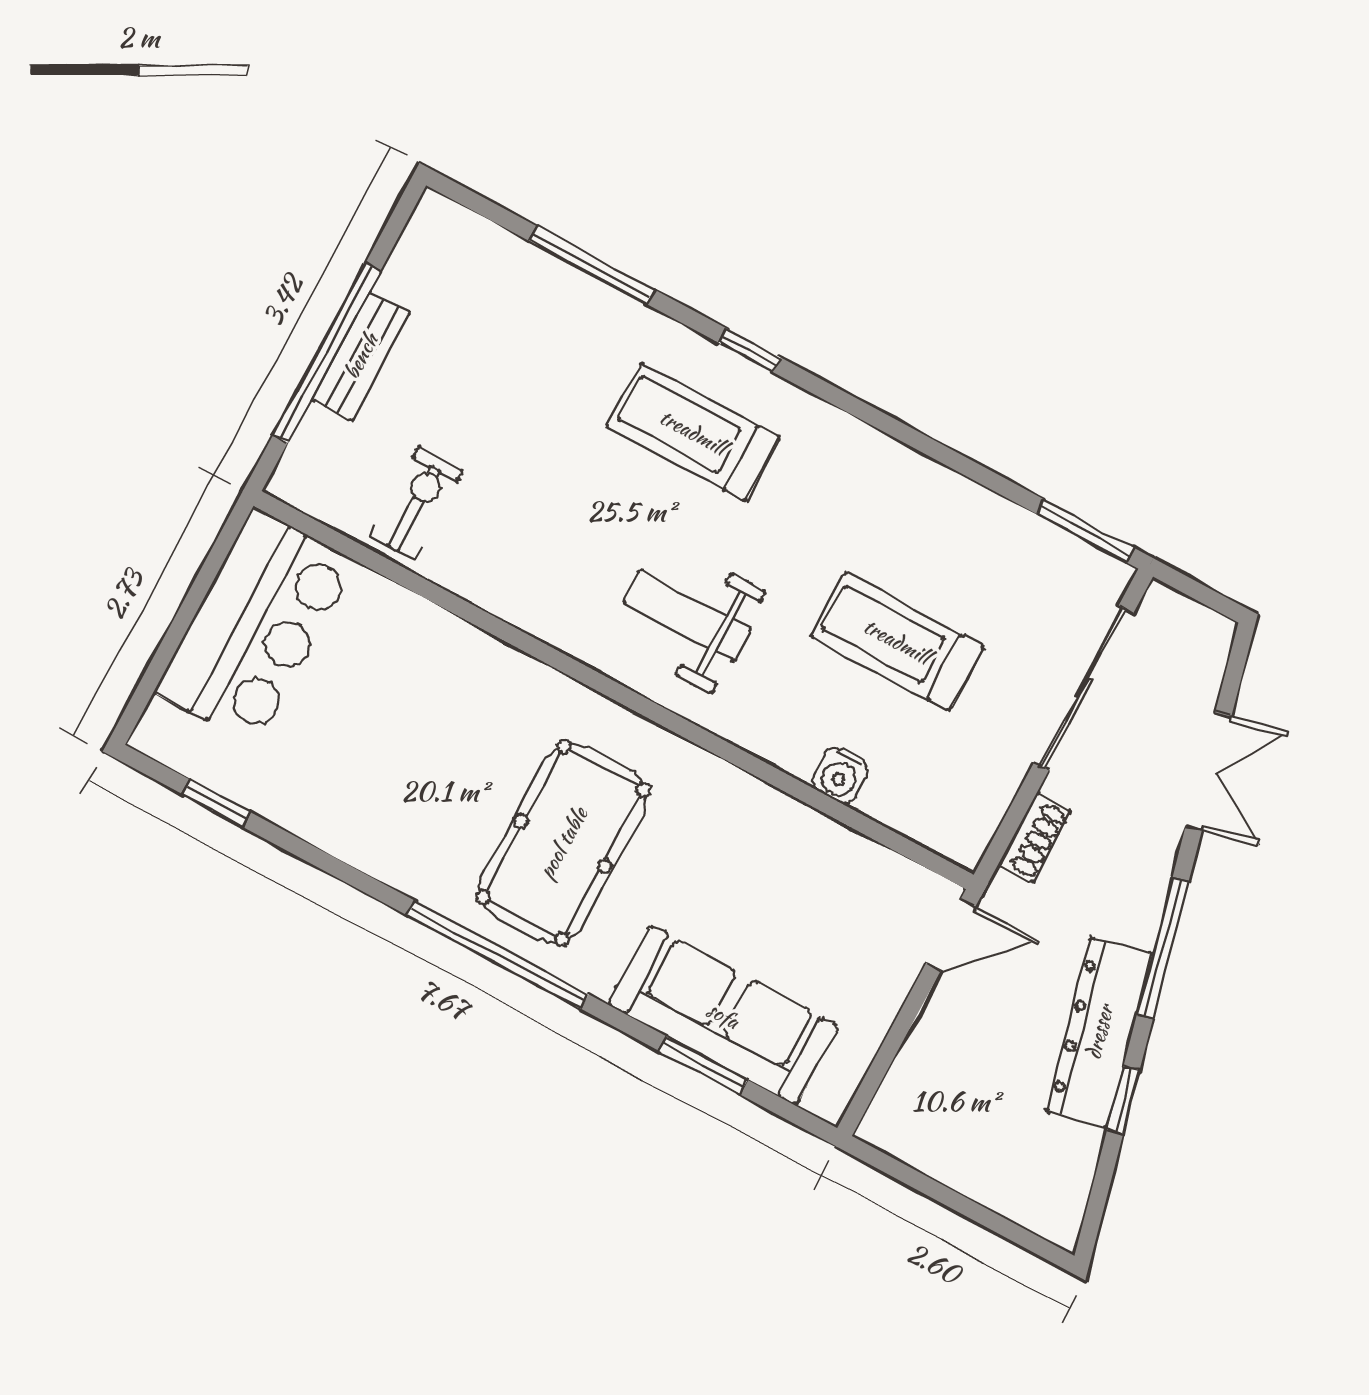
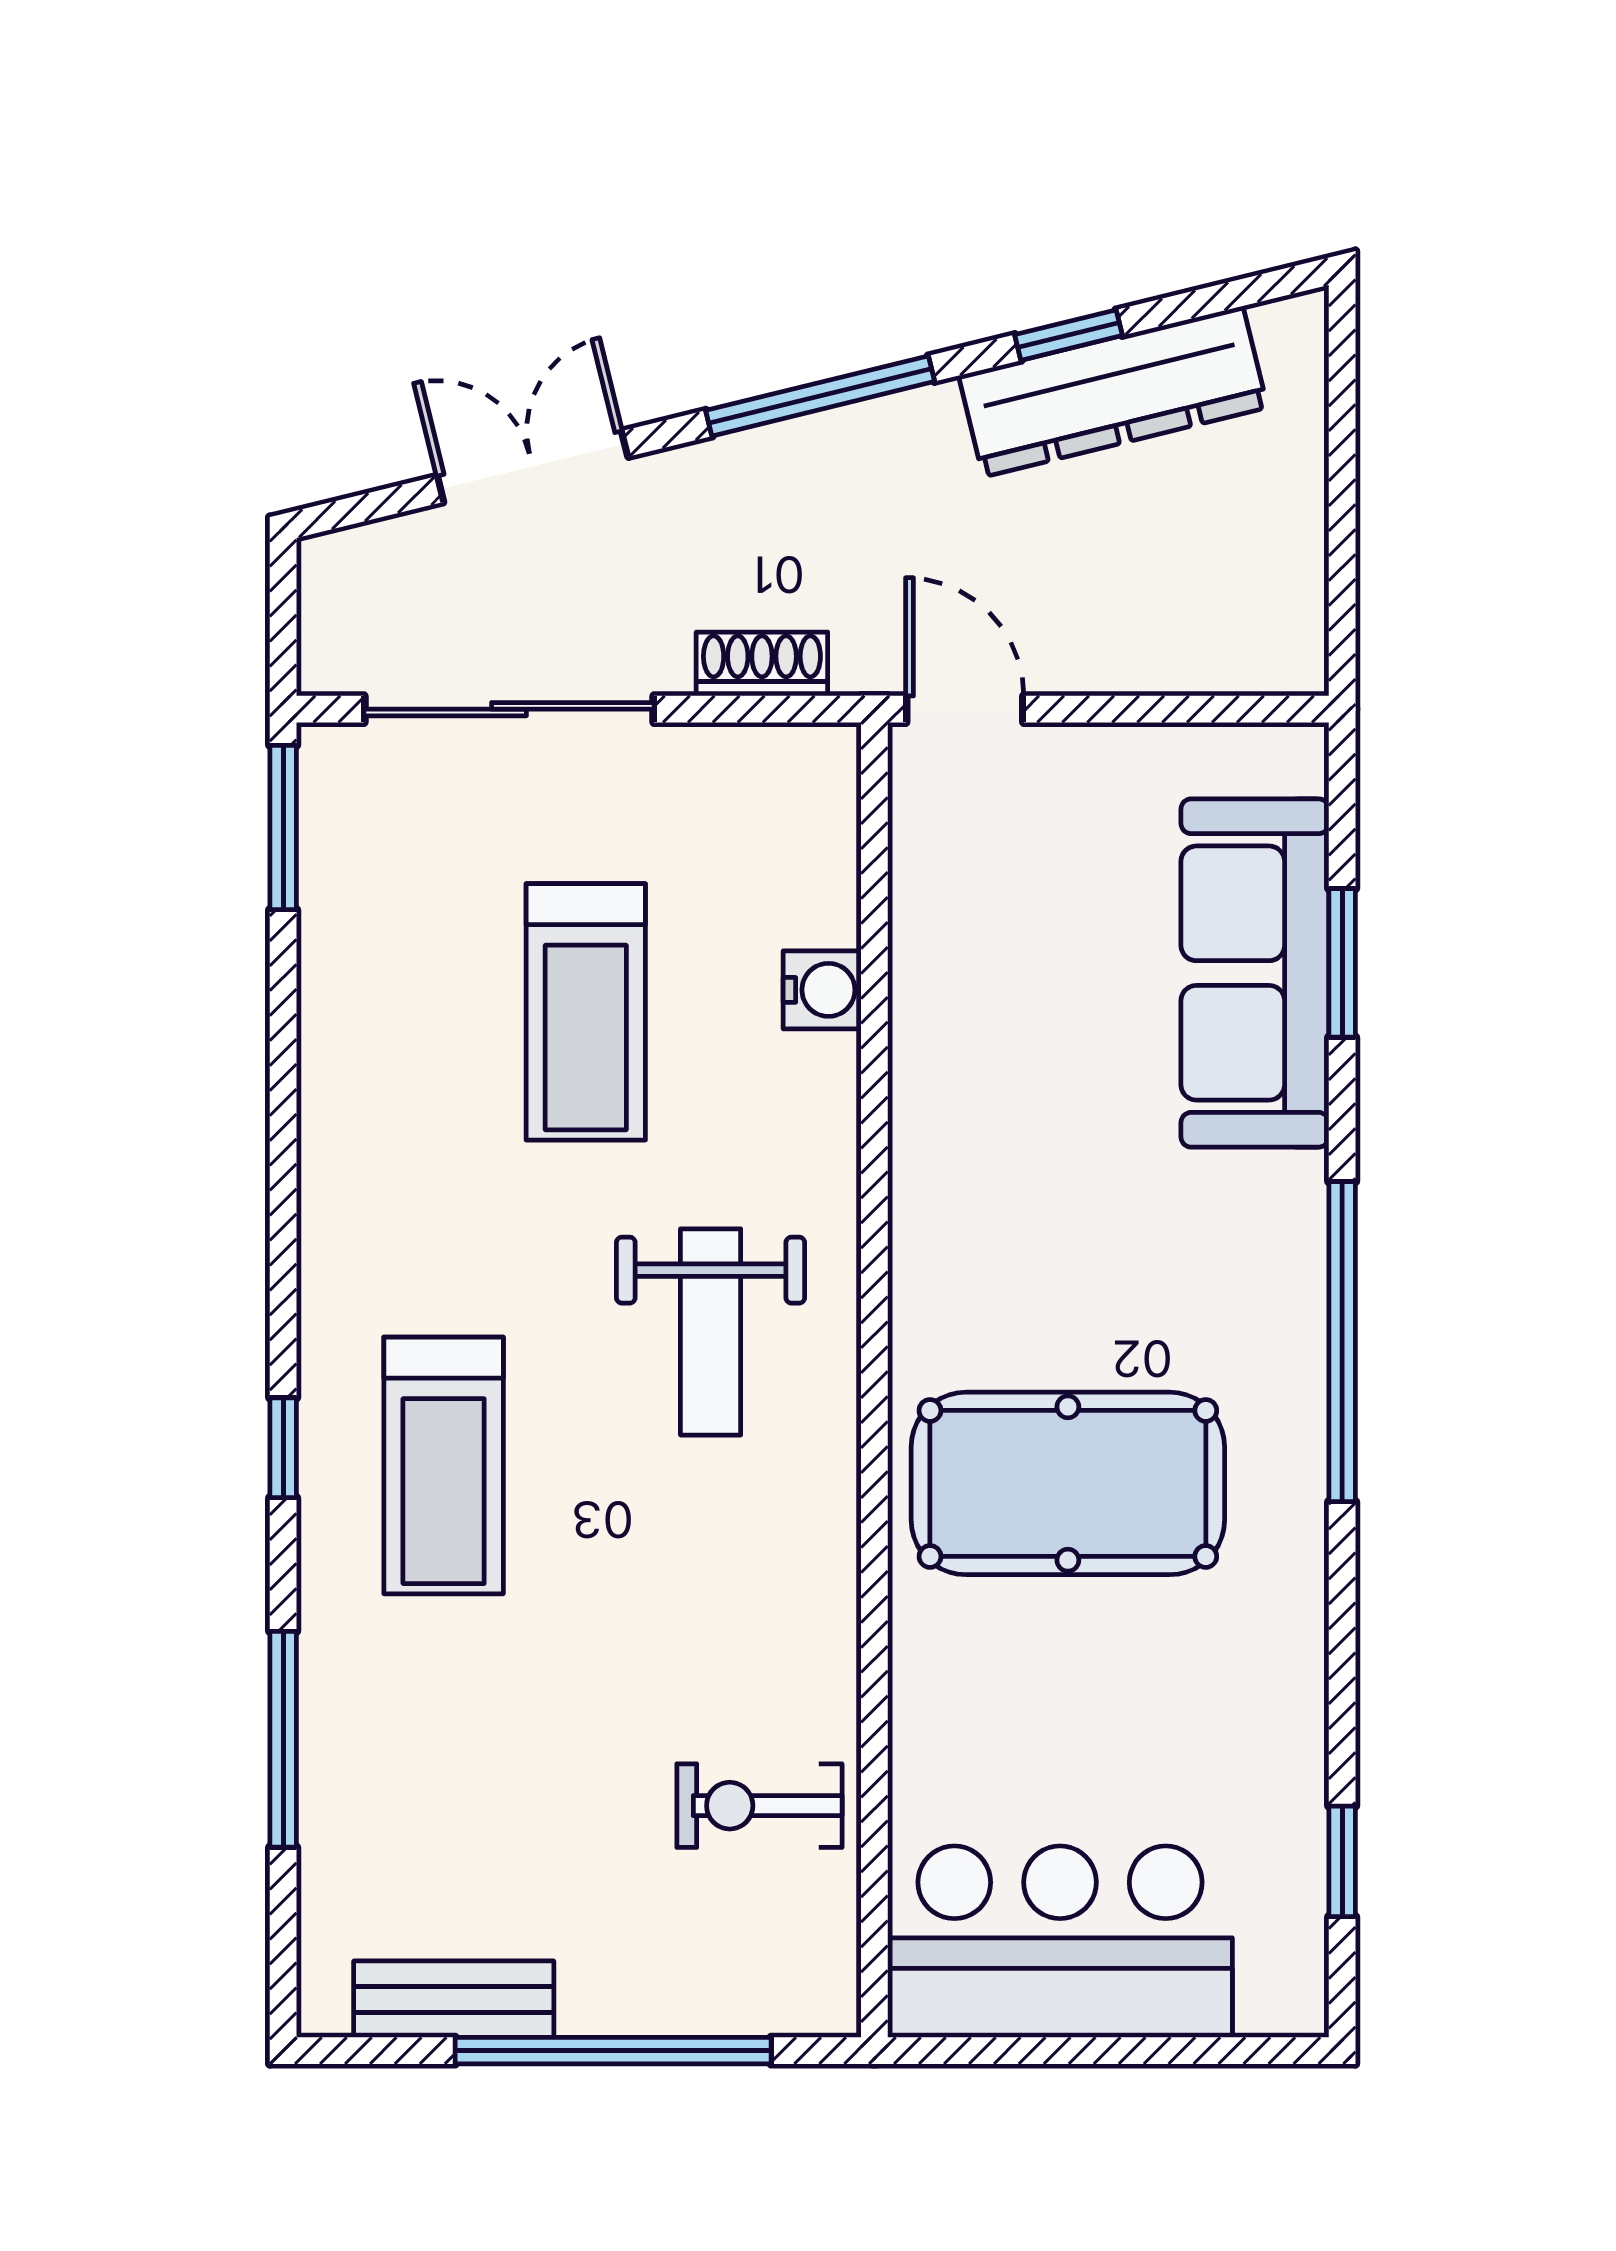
bench: (361, 356) -> (454, 1999), moved
pool table: (563, 843) -> (1068, 1483), moved
dresser: (1099, 1032) -> (1113, 392), moved

